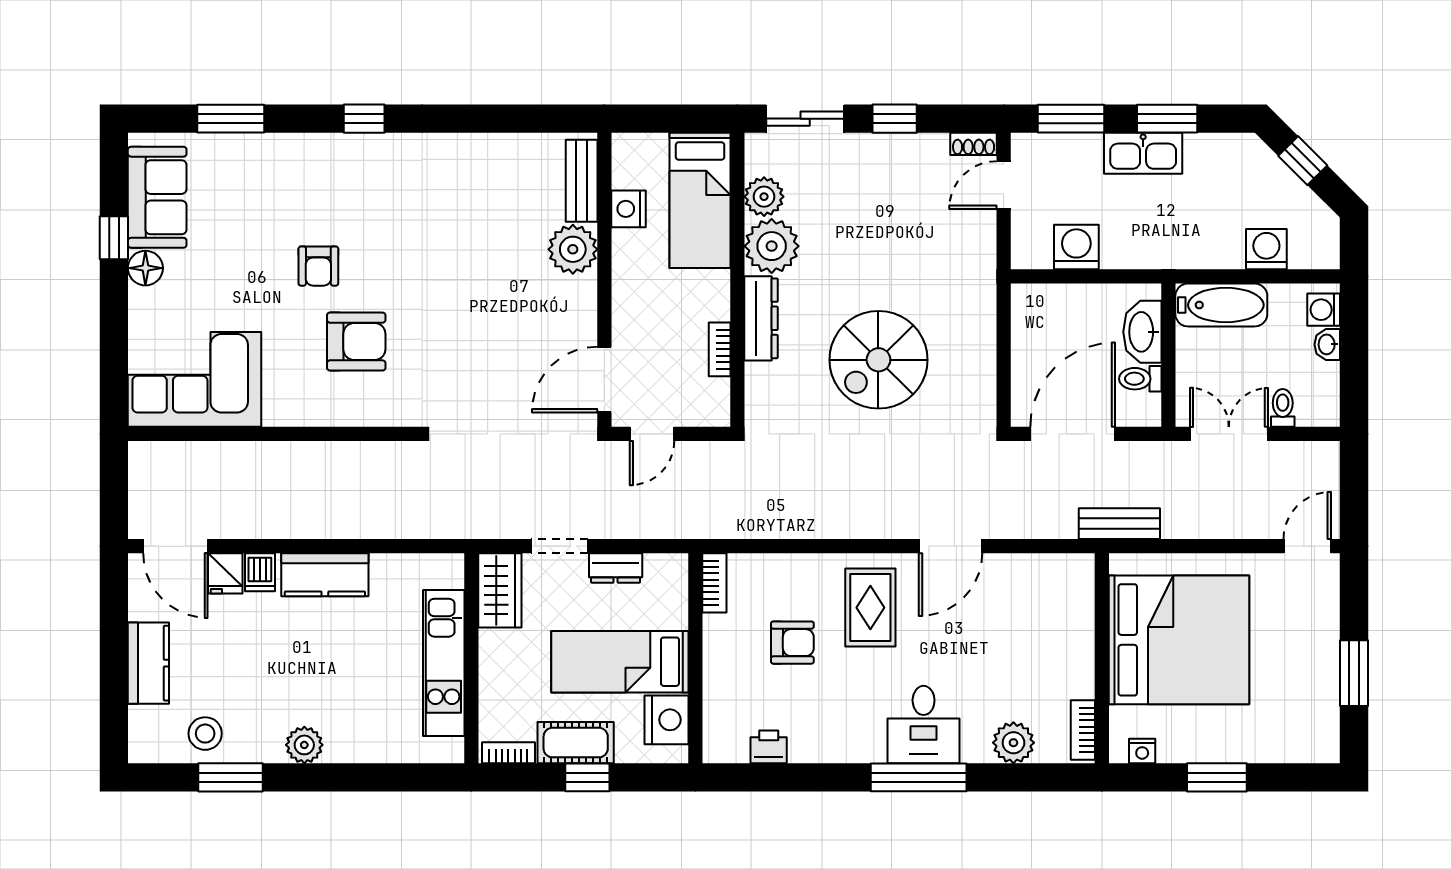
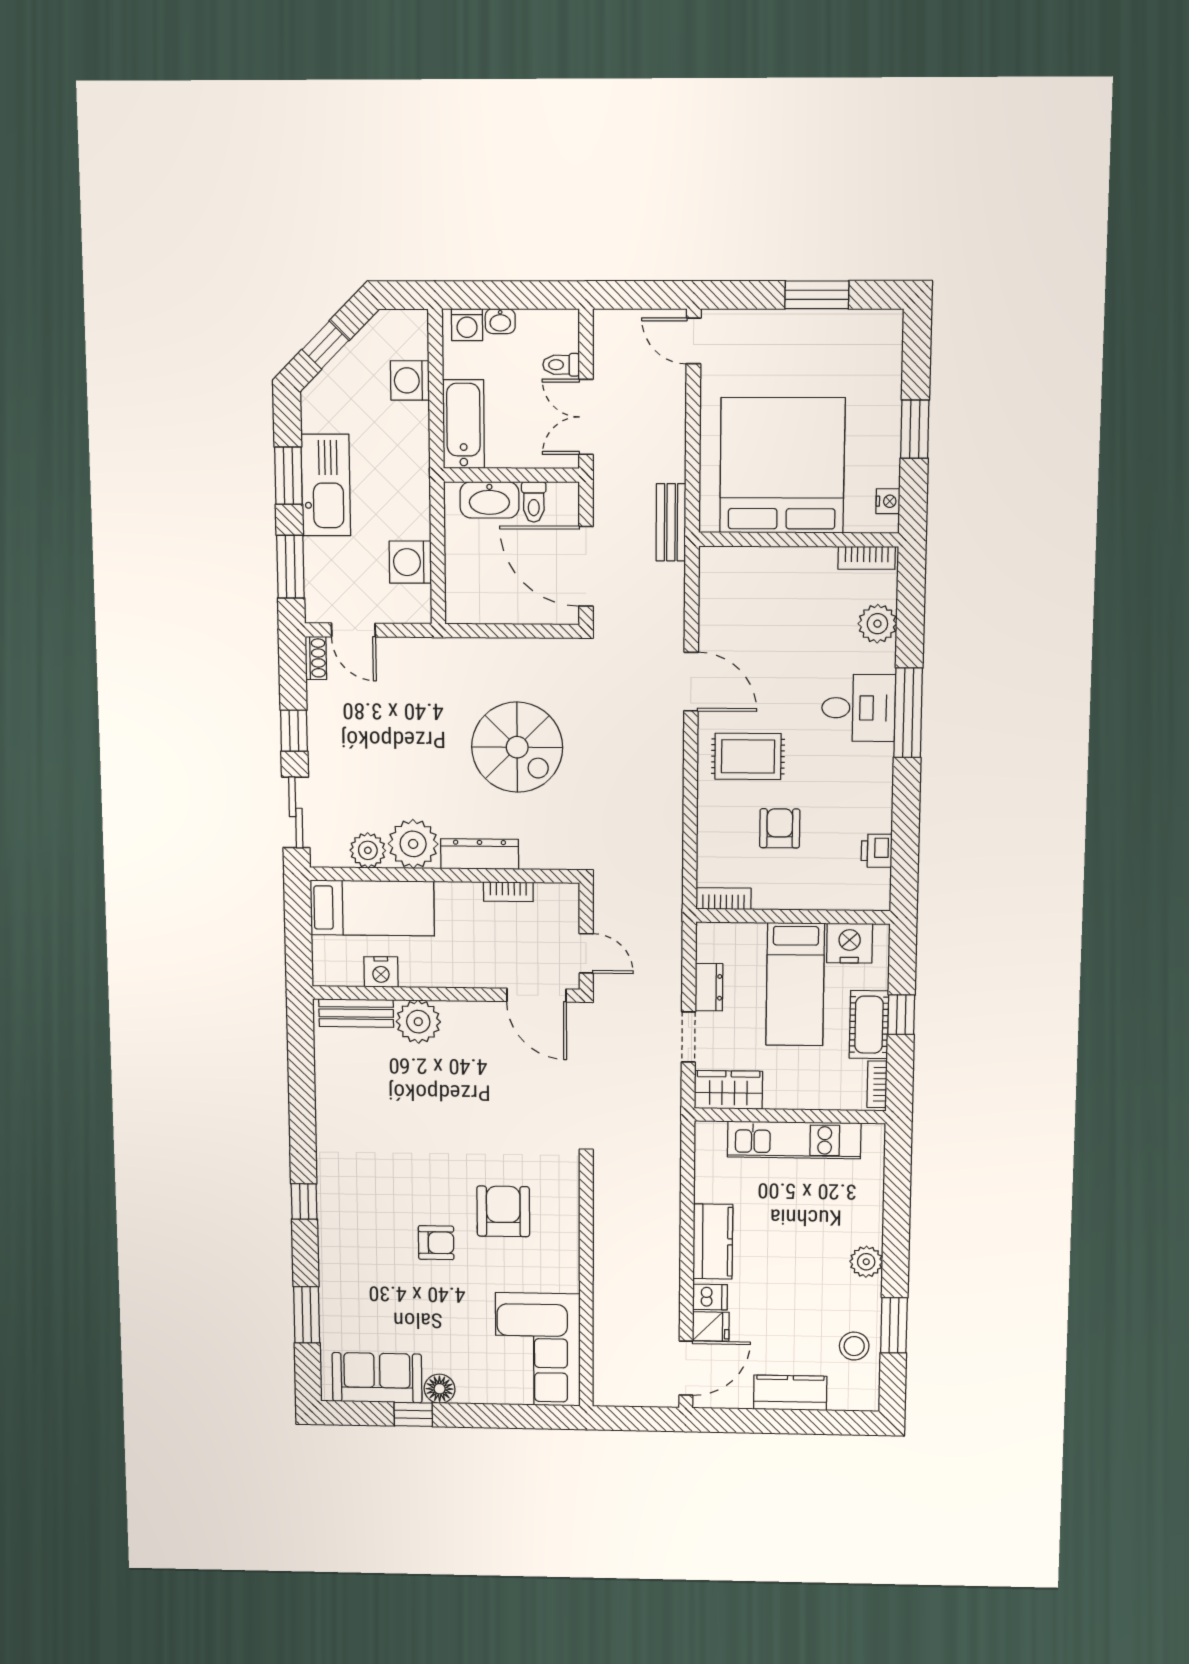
kitchen sink: (1143, 153) -> (326, 485), width x1.36, depth x1.24

